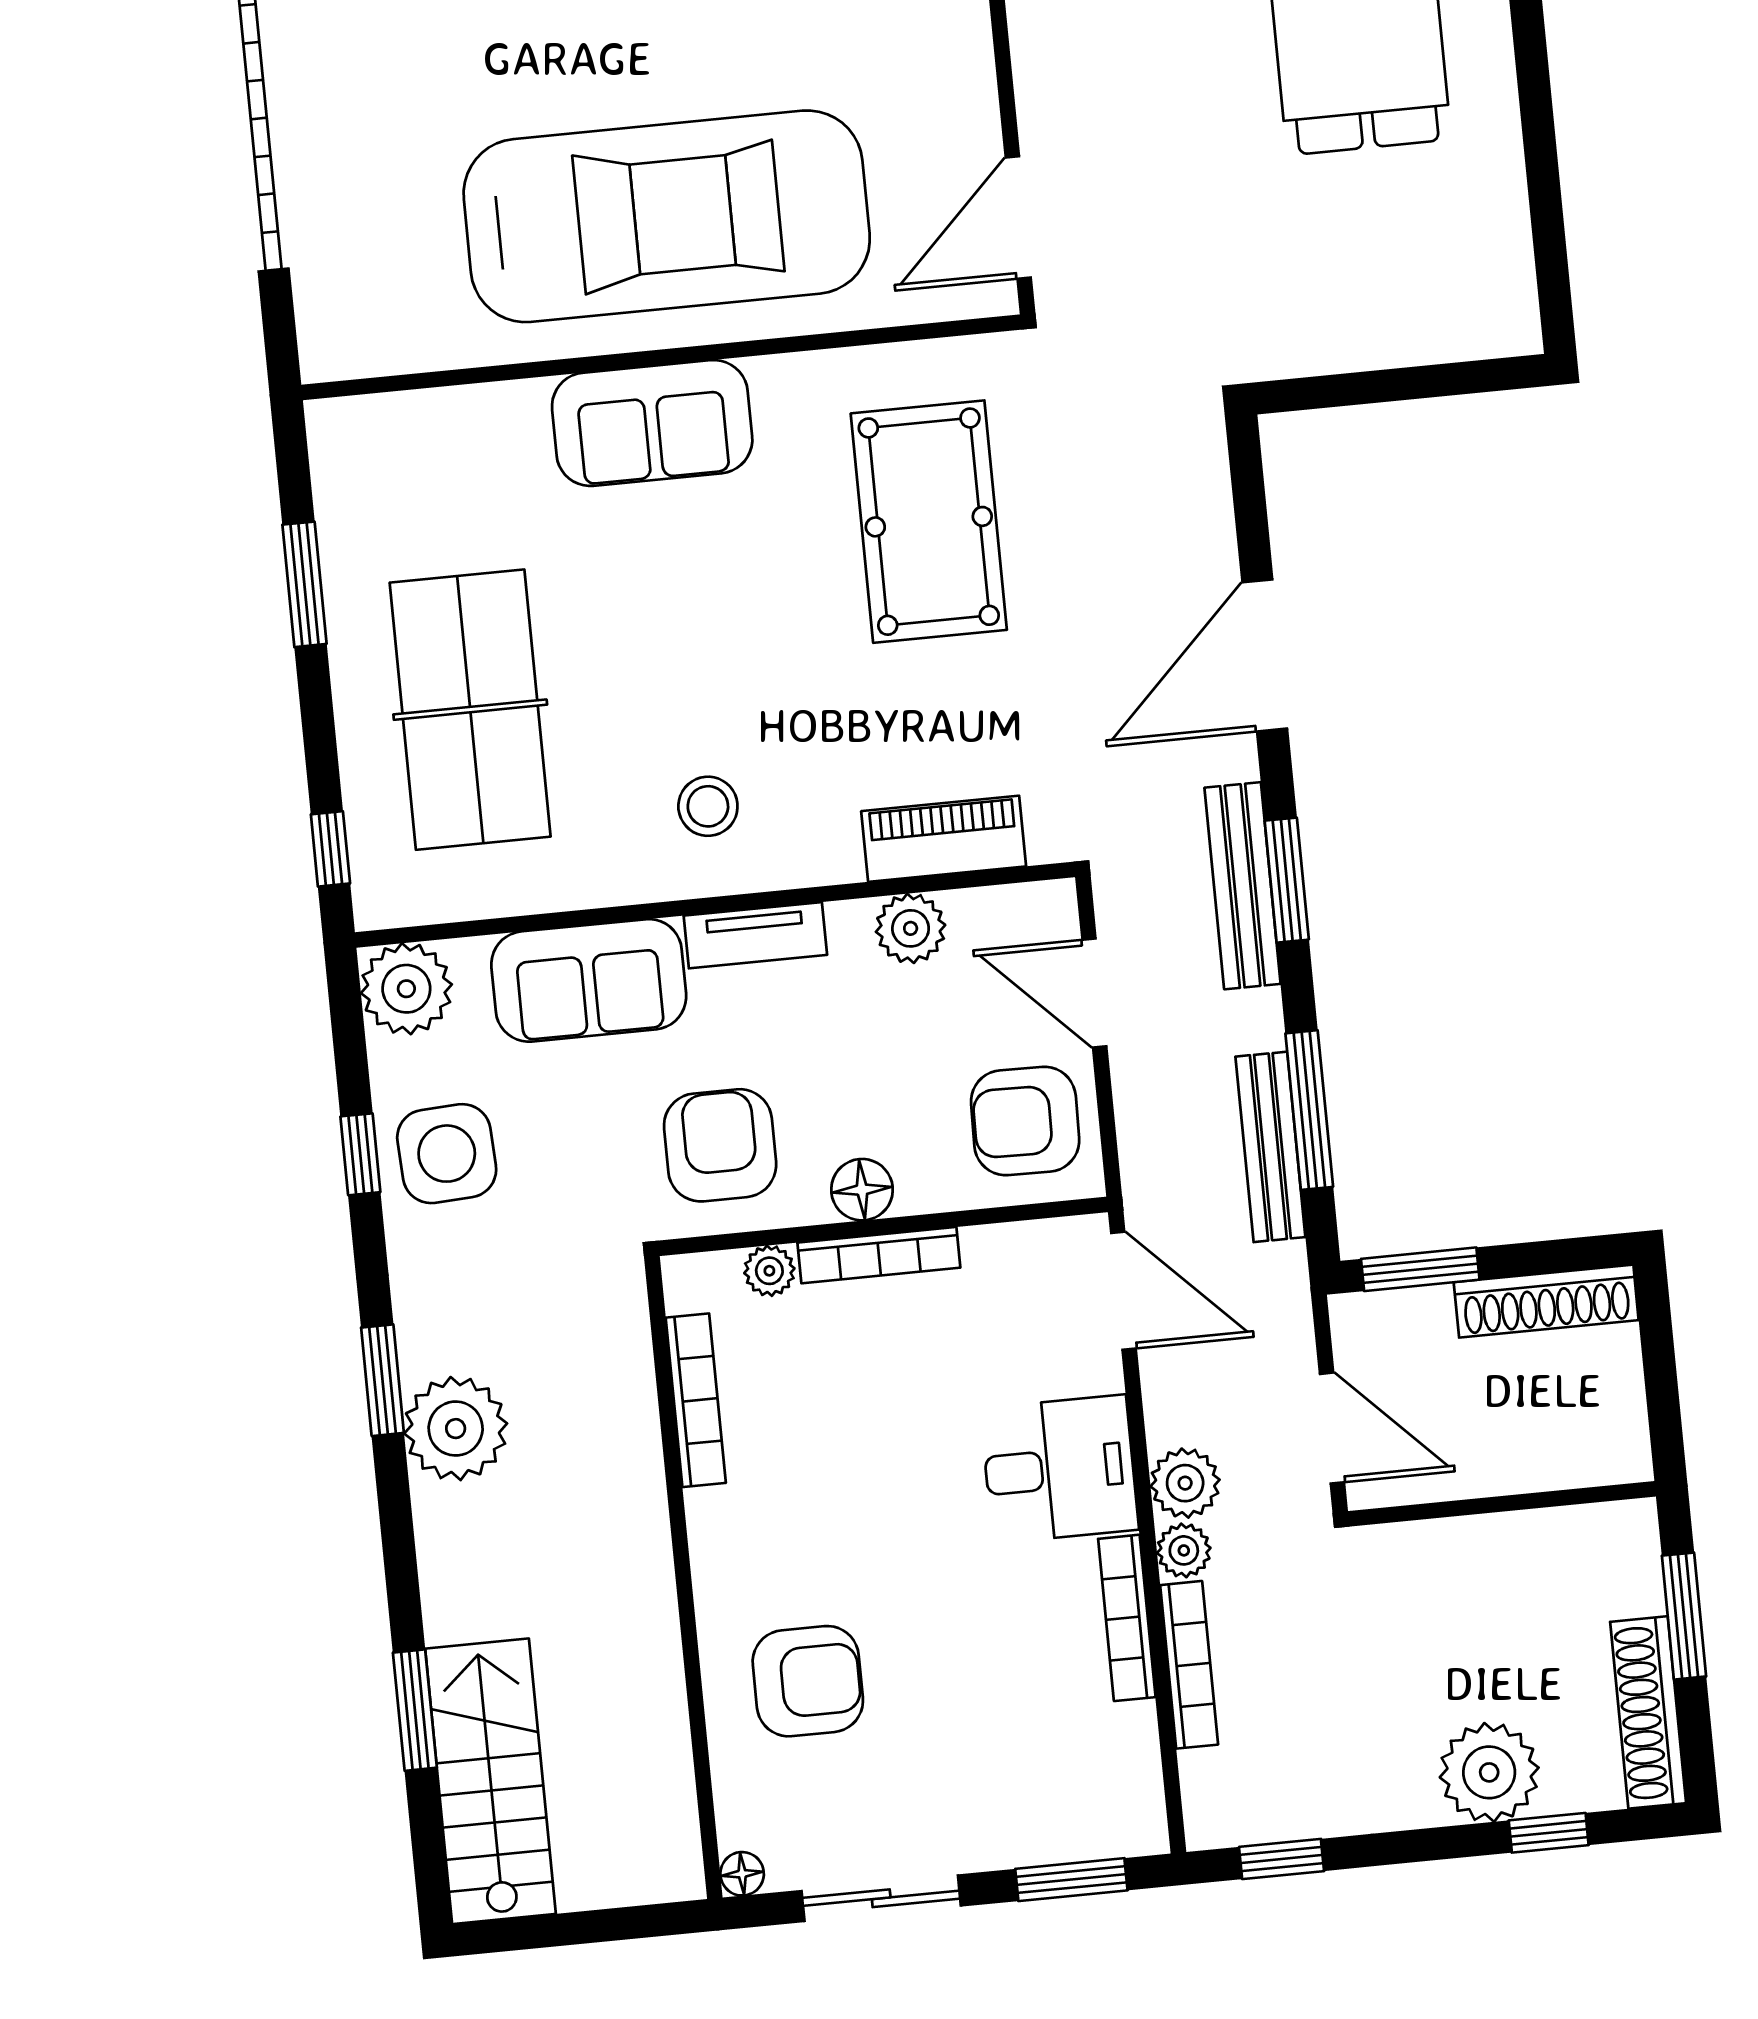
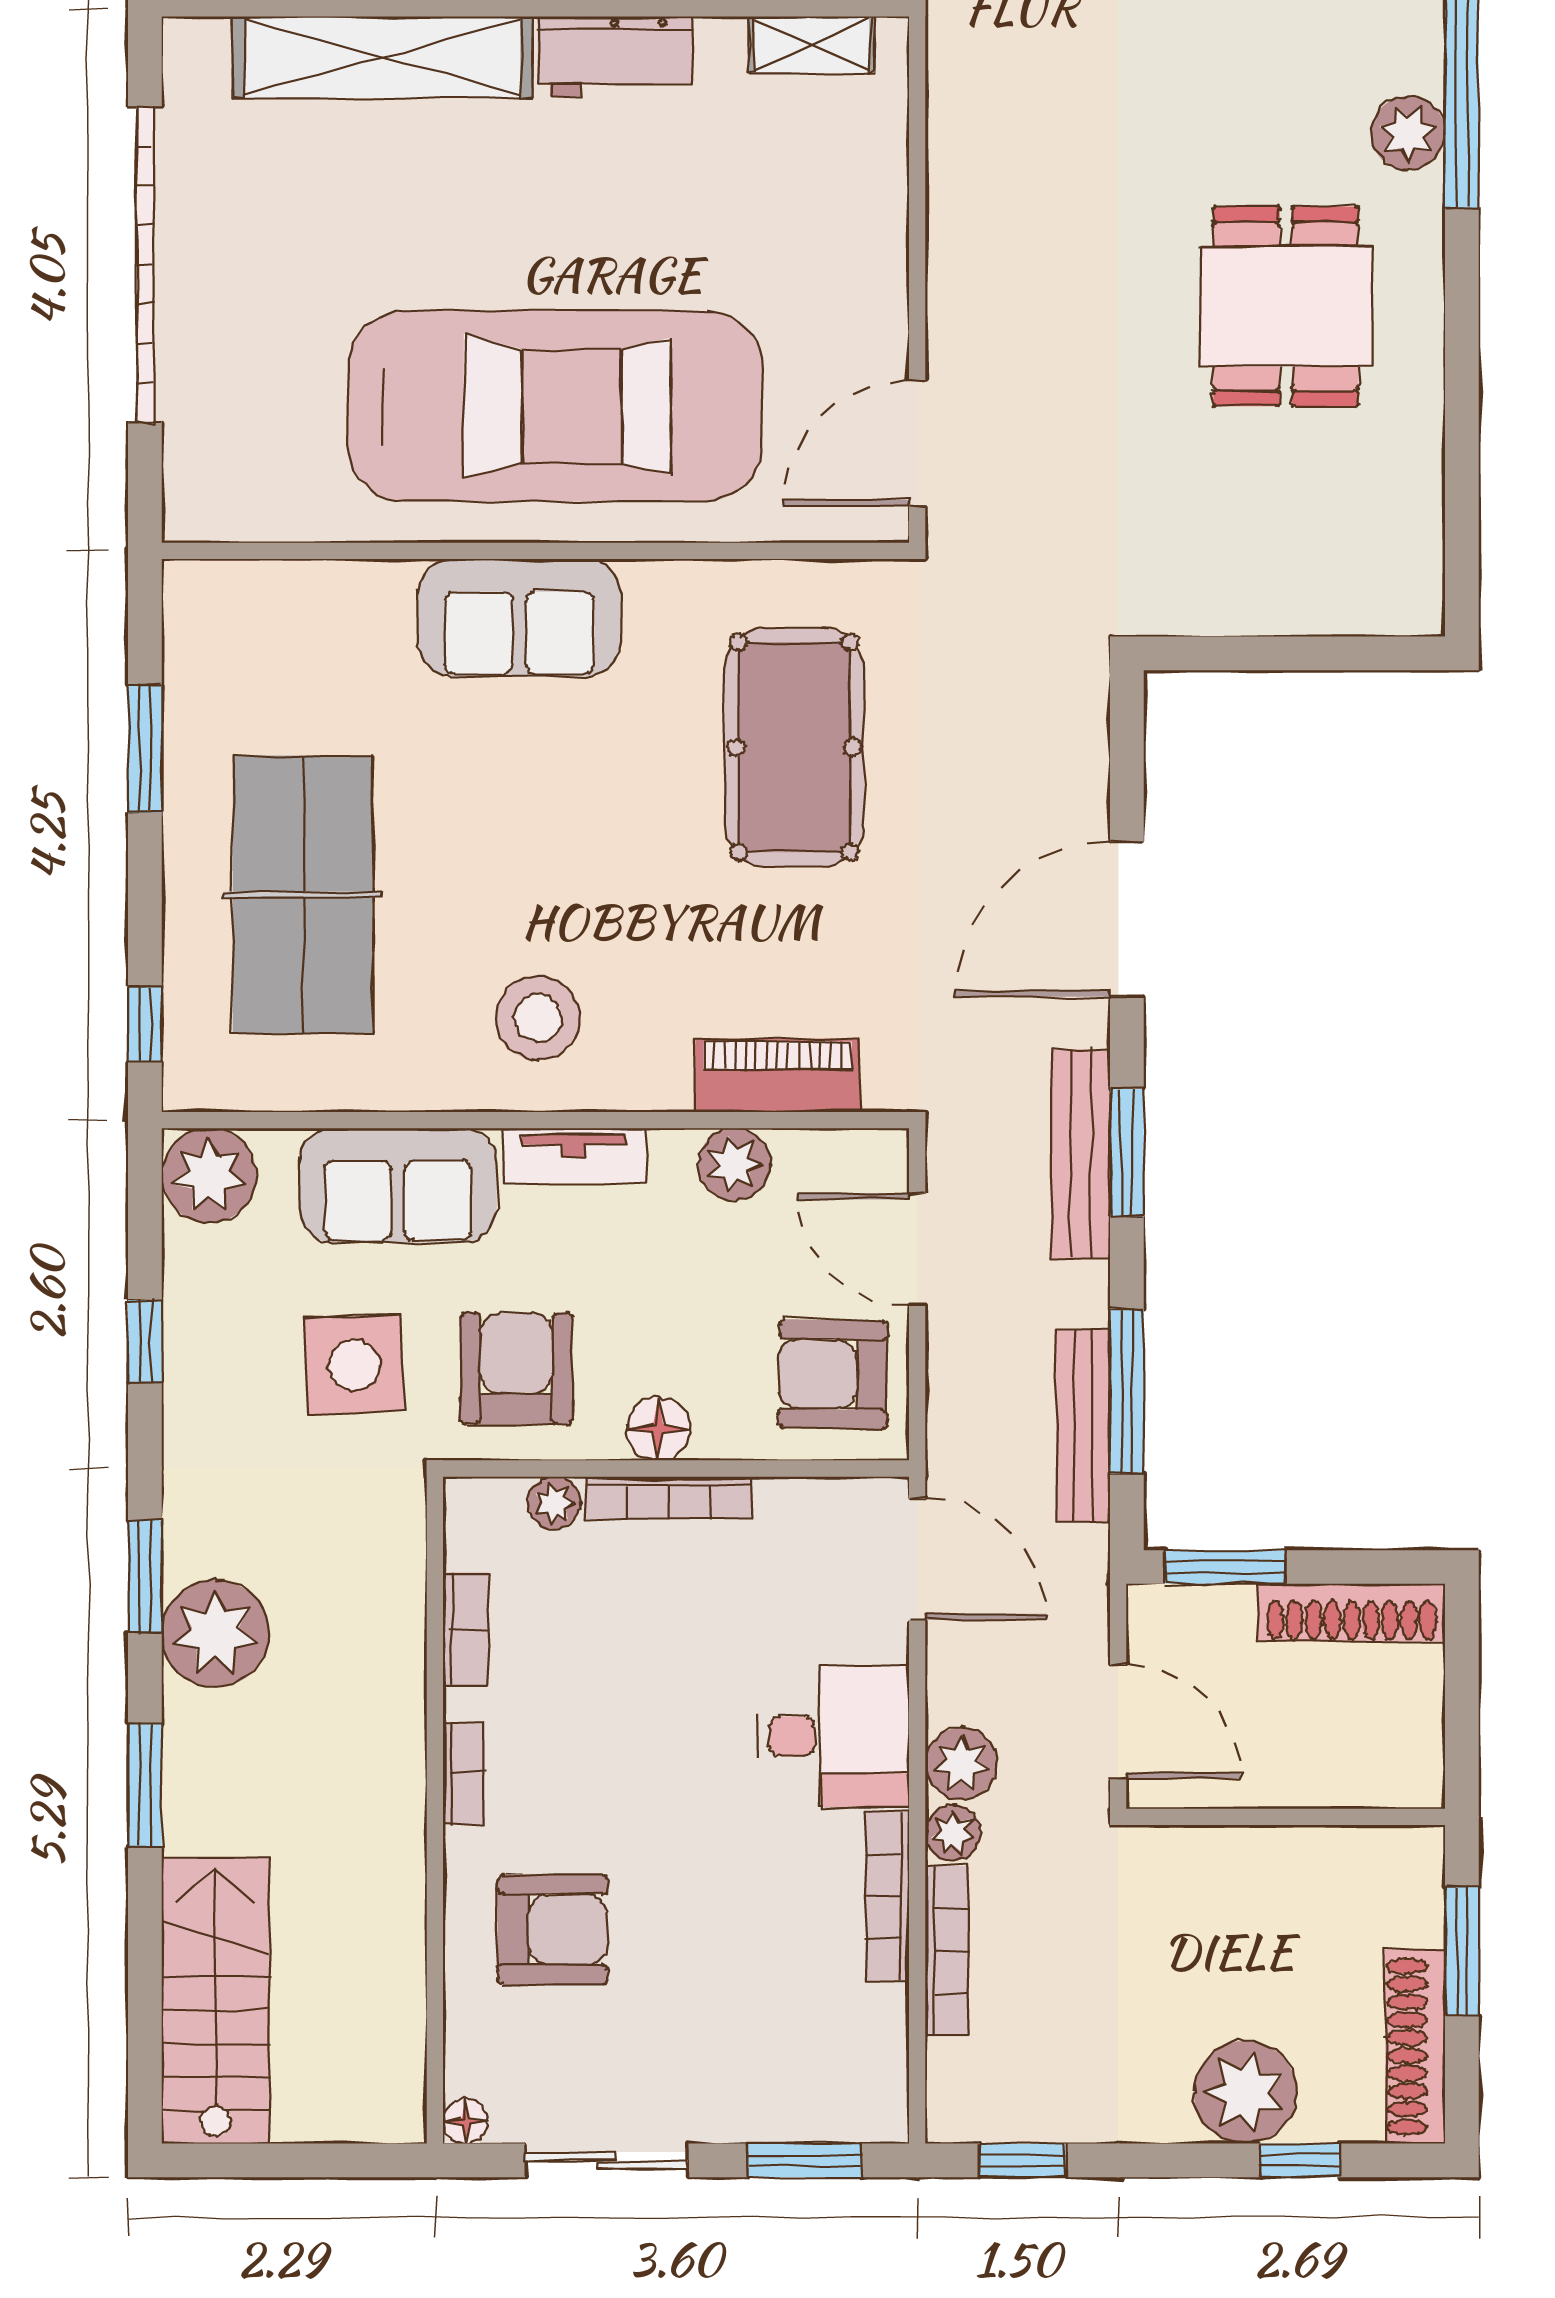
stool: (708, 806) -> (538, 1018), width x1.38, depth x1.38
side table: (447, 1154) -> (354, 1365), moved
bookcase: (696, 1400) -> (466, 1629), width x0.64
bookcase: (707, 1540) -> (463, 1773), added
window: (415, 1710) -> (145, 1786), moved

